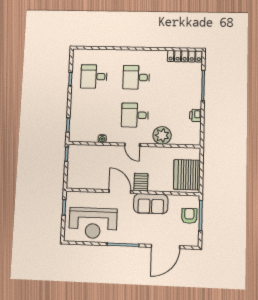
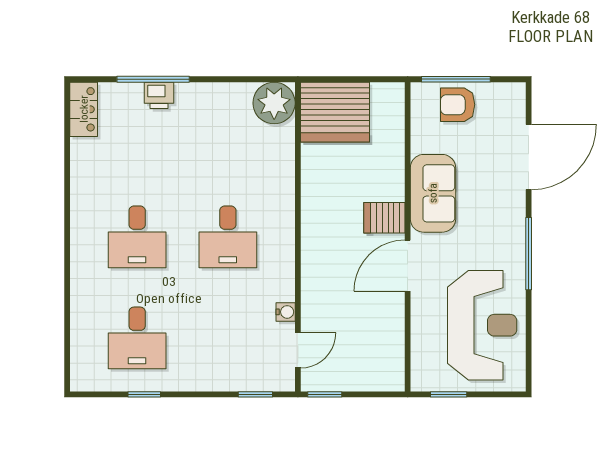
locker: (185, 56) -> (84, 109), width x0.66
printer: (195, 115) -> (159, 95), moved
plant: (162, 135) -> (274, 103), moved
door: (132, 145) -> (298, 350), moved
server rack: (187, 175) -> (335, 112), moved
door: (166, 247) -> (529, 157), hinge flipped

